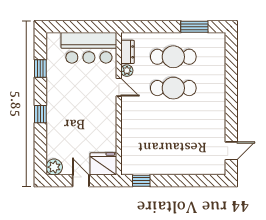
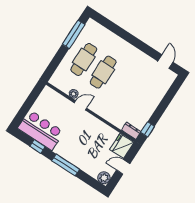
window: (194, 27) -> (74, 34), width x1.44
bar counter: (89, 48) -> (41, 130), moved, turned -90
dresser: (128, 52) -> (131, 131), moved
window: (40, 114) -> (66, 165), width x2.17

